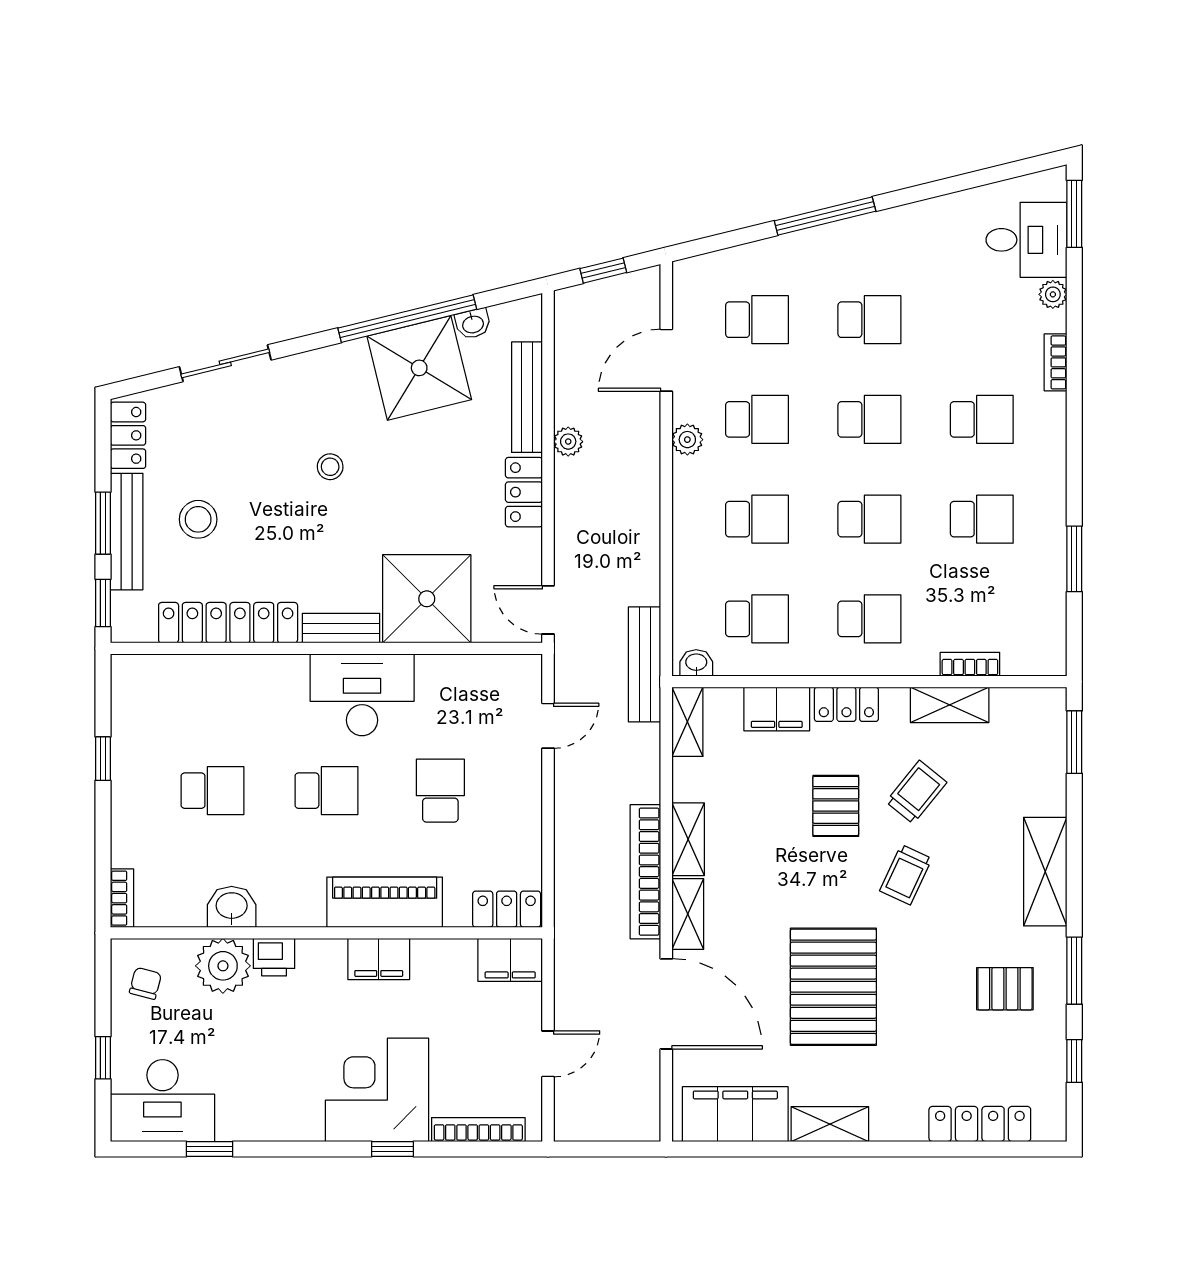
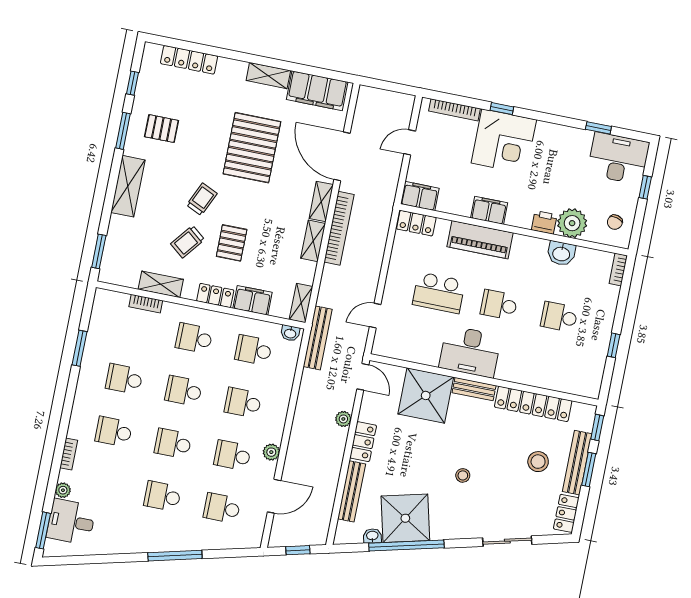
plant: (568, 442) -> (343, 419), moved
school desk: (440, 791) -> (439, 293), width x1.85

